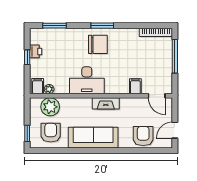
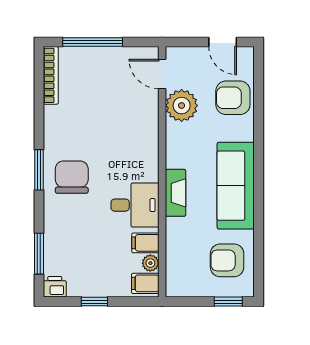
printer: (36, 51) -> (55, 287), moved
desk: (87, 80) -> (135, 205), width x0.73
filing cabinet: (135, 86) -> (145, 243), moved
door: (157, 96) -> (162, 74), swing flipped
fireplace: (106, 103) -> (176, 193), moved
plant: (50, 107) -> (182, 106), moved

